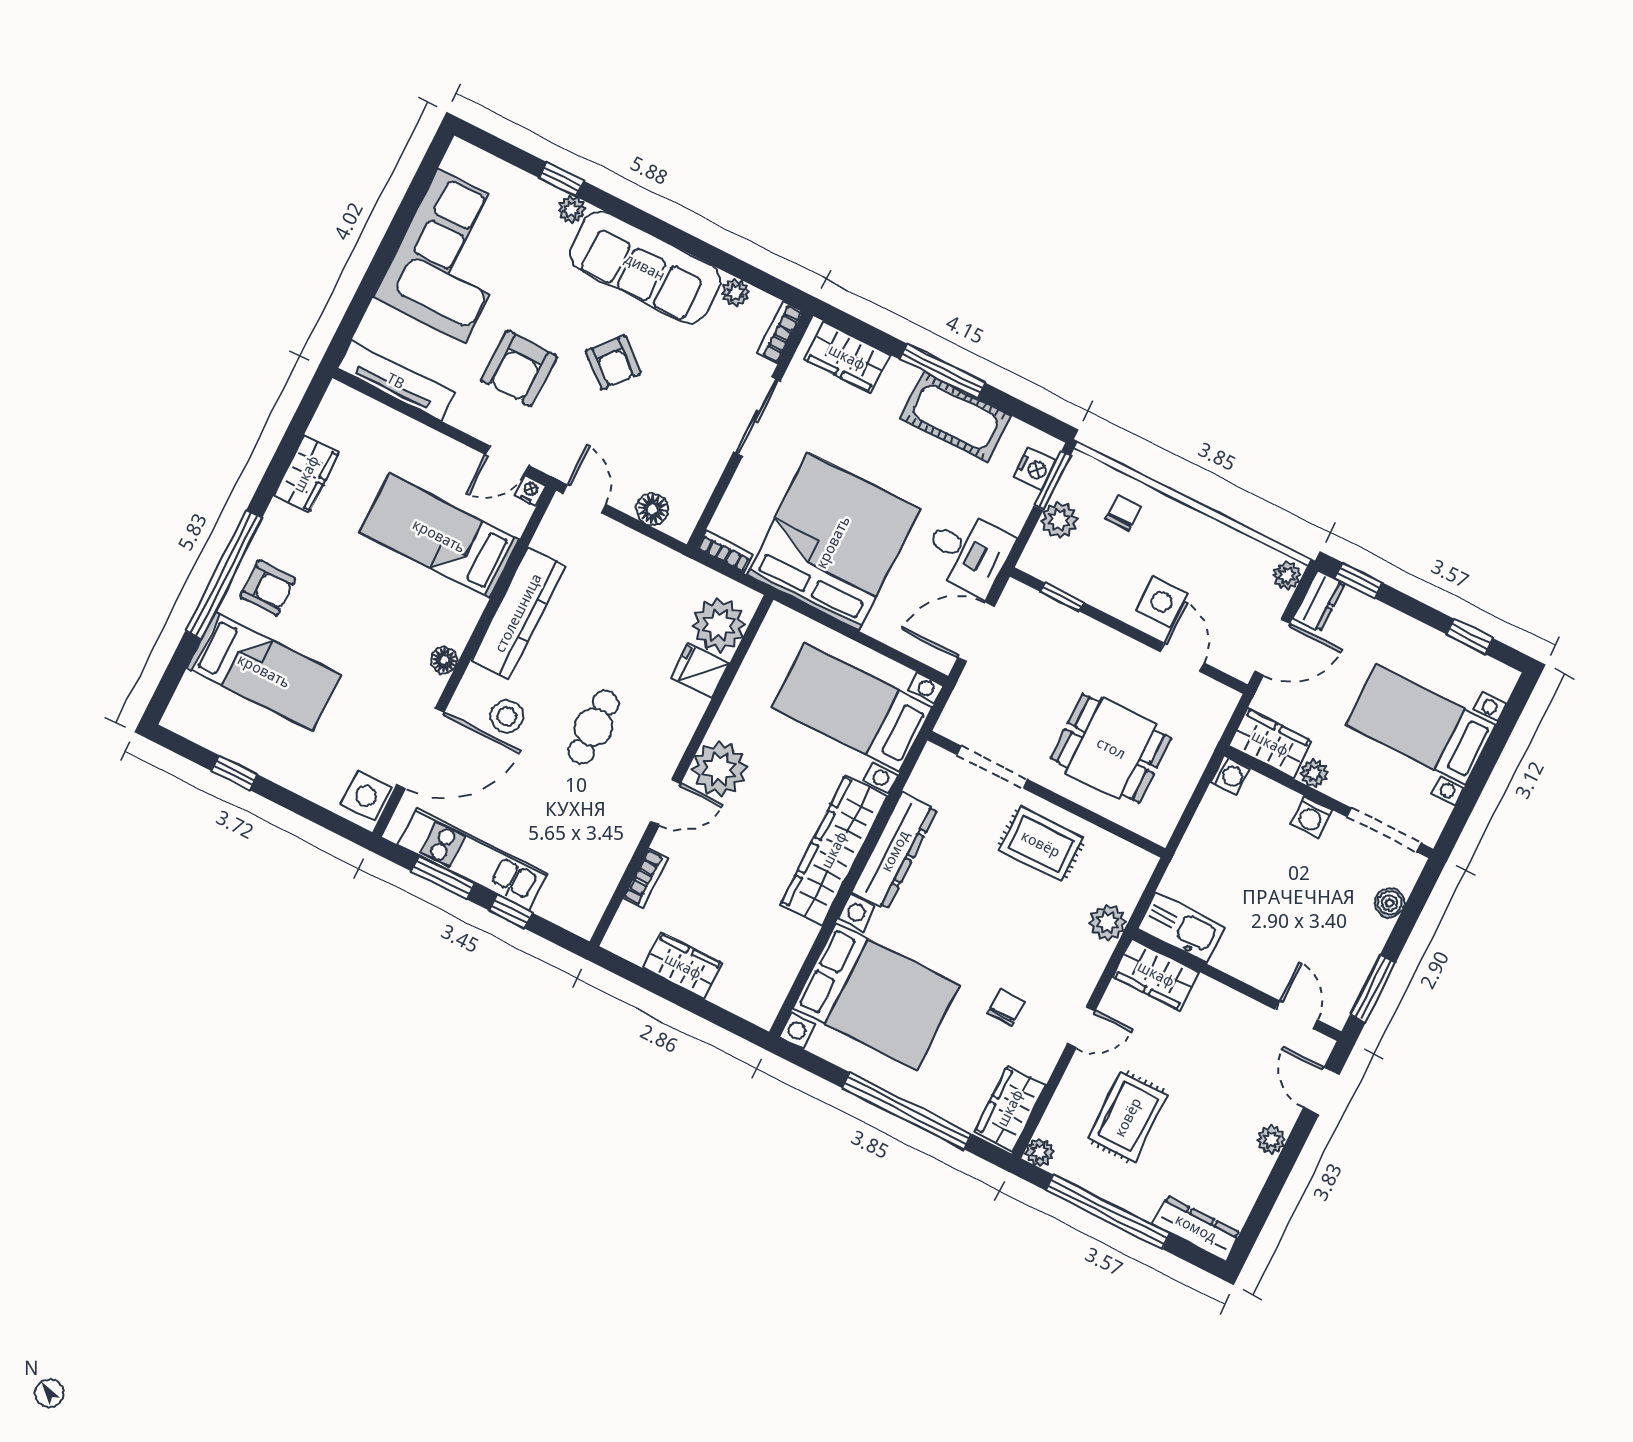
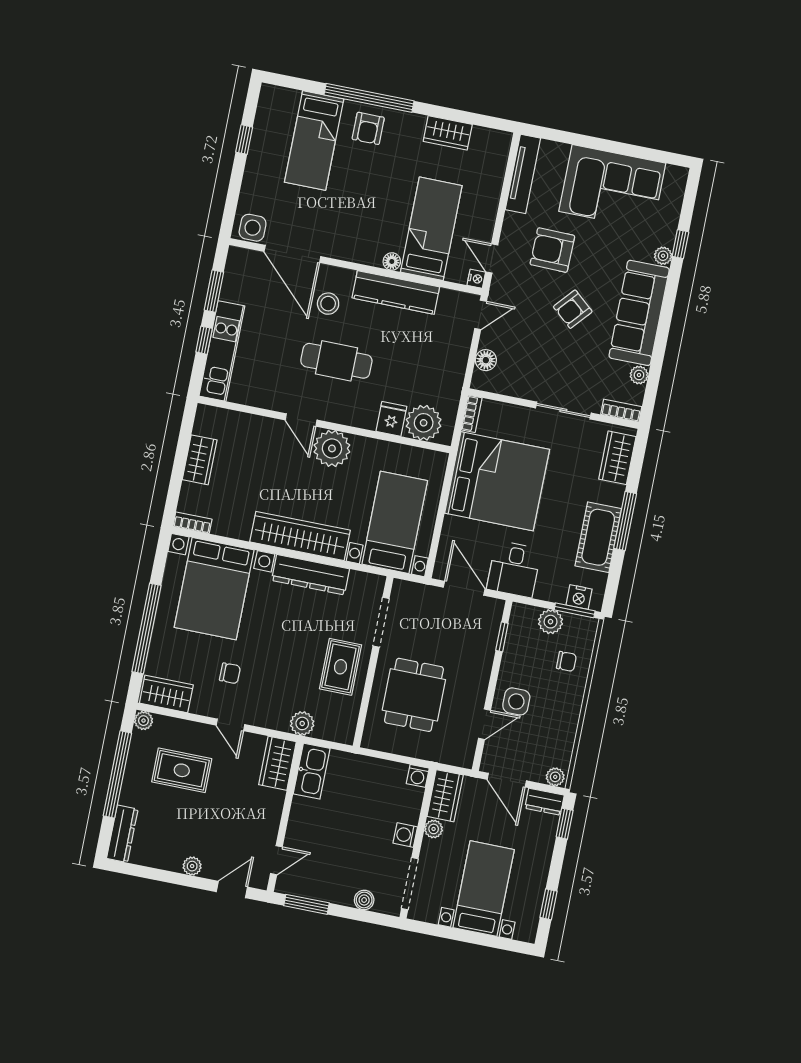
floor lamp: (444, 660) -> (392, 261), moved
cafe table: (594, 727) -> (336, 361), width x1.37, depth x1.35
kitchen unit: (473, 860) -> (222, 351), moved
bookcase: (646, 878) -> (192, 523), moved, turned 180

